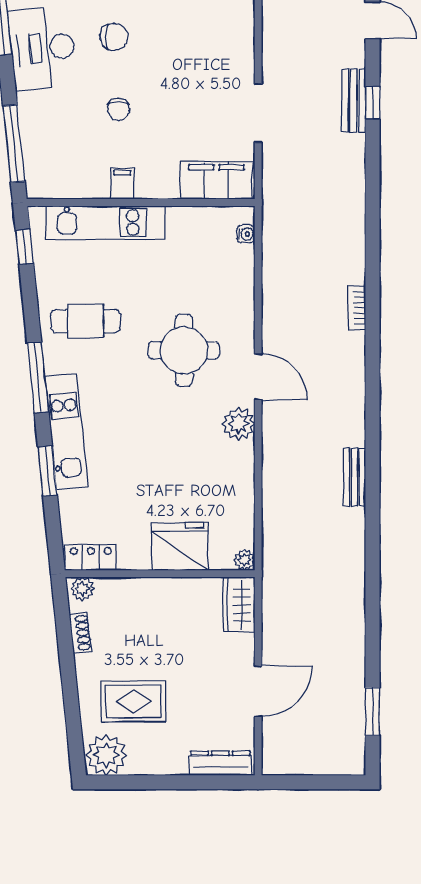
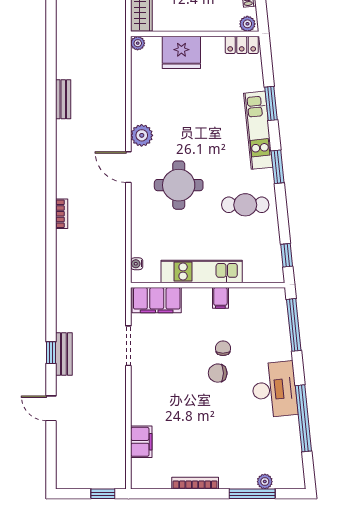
chair: (114, 37) -> (218, 373), moved
kitchen unit: (105, 223) -> (202, 271), moved
window: (38, 377) -> (278, 167), width x0.69

